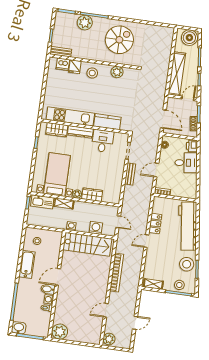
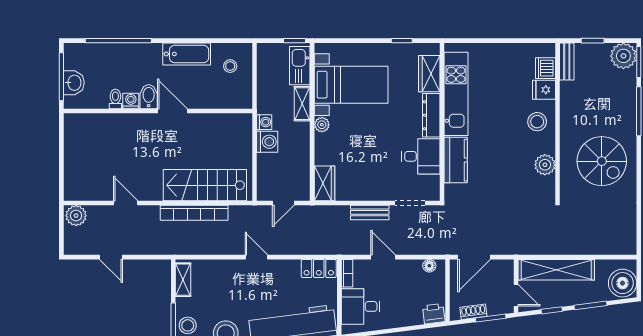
plant: (85, 23) -> (623, 56), moved
desk: (186, 163) -> (361, 306), moved, turned 97
wardrobe: (92, 195) -> (324, 183), moved
locker: (155, 223) -> (319, 269), moved
washing machine: (96, 228) -> (267, 142), moved
stairs: (87, 244) -> (205, 185), moved, turned 90
washbasin: (19, 328) -> (74, 83), moved
plant: (60, 332) -> (77, 128), removed

